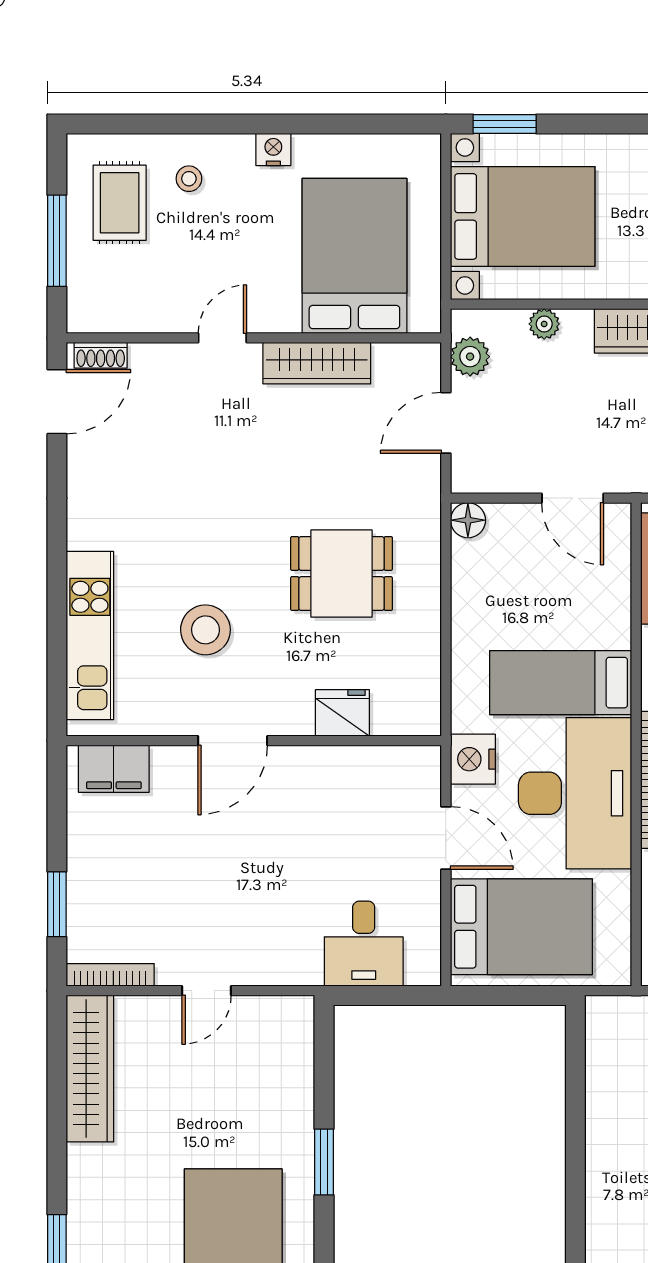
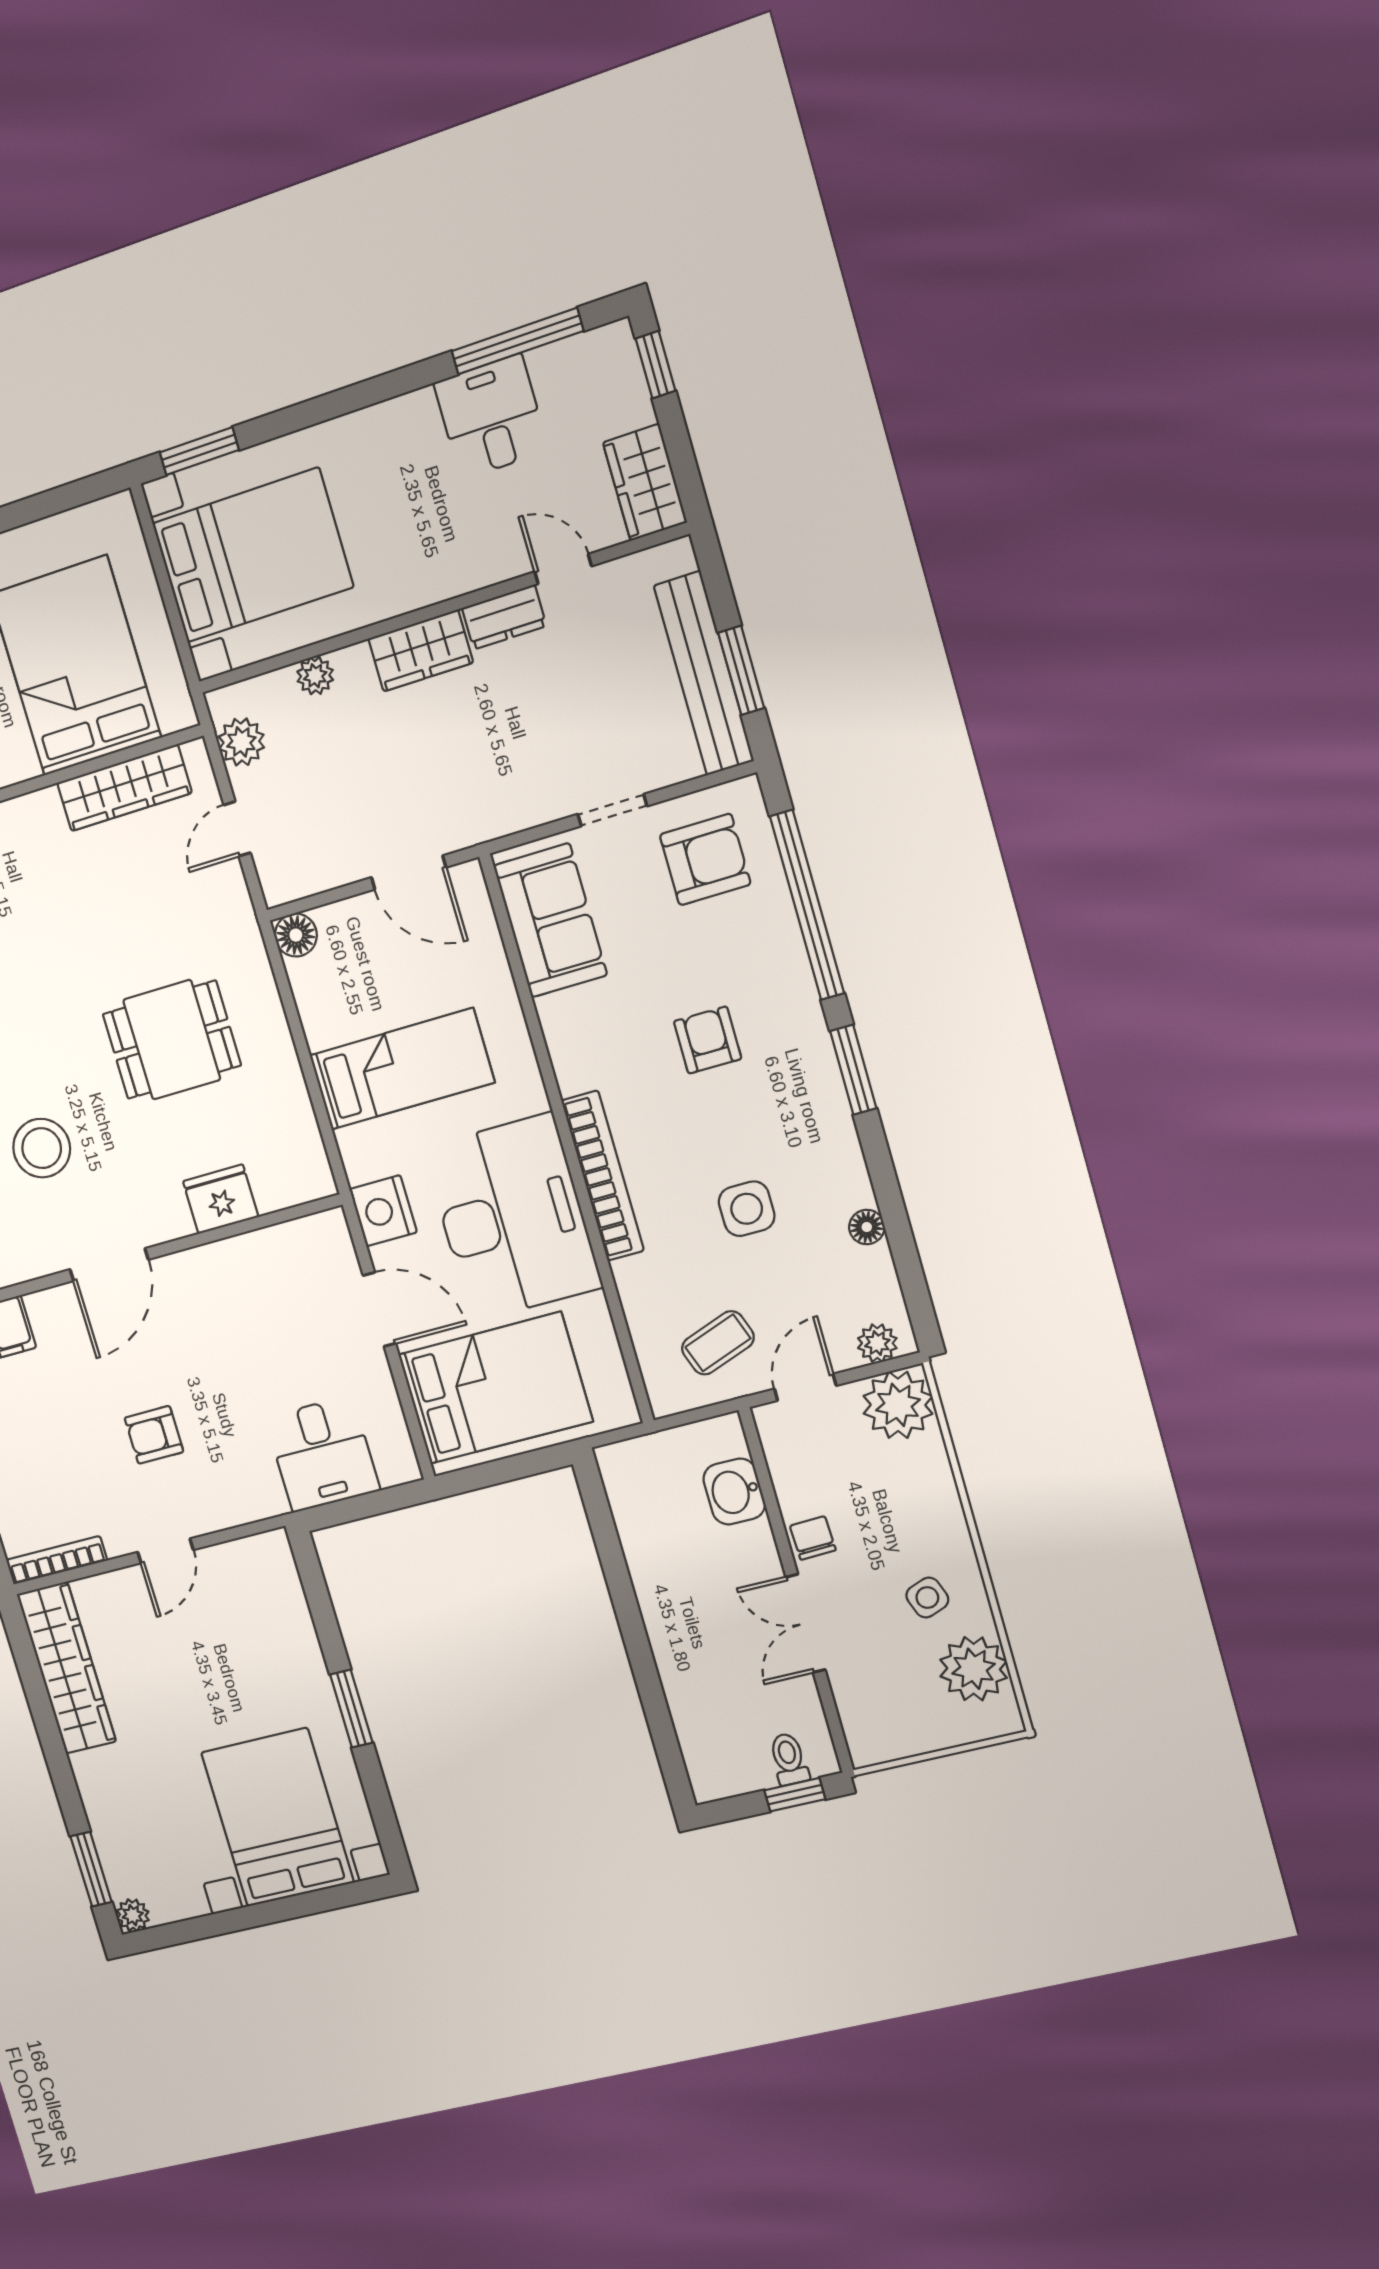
wardrobe: (317, 363) -> (124, 788), moved
door: (446, 423) -> (237, 829), width x0.73
bed: (561, 683) -> (402, 1069), moved, turned 180
armchair: (227, 891) -> (154, 1435), added

